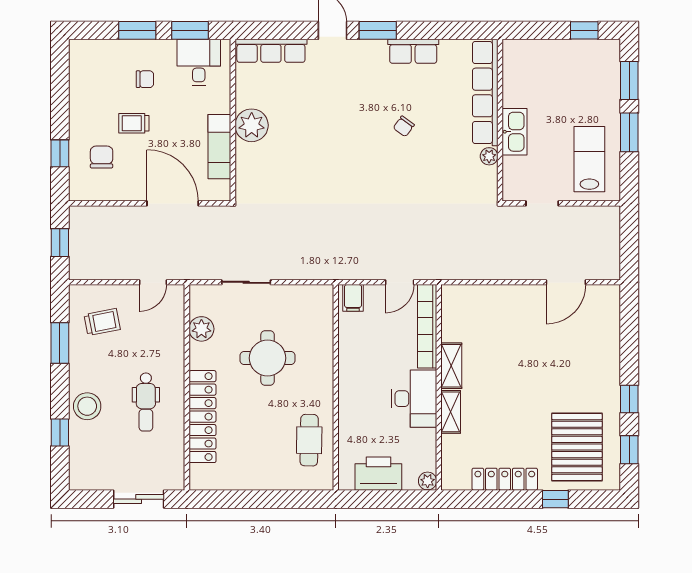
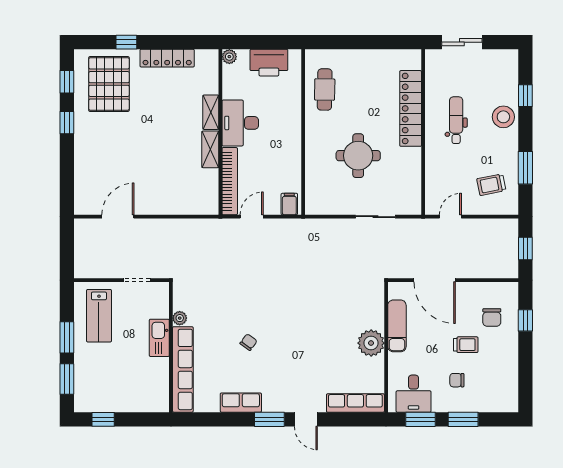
plant: (201, 329) -> (411, 179), removed

